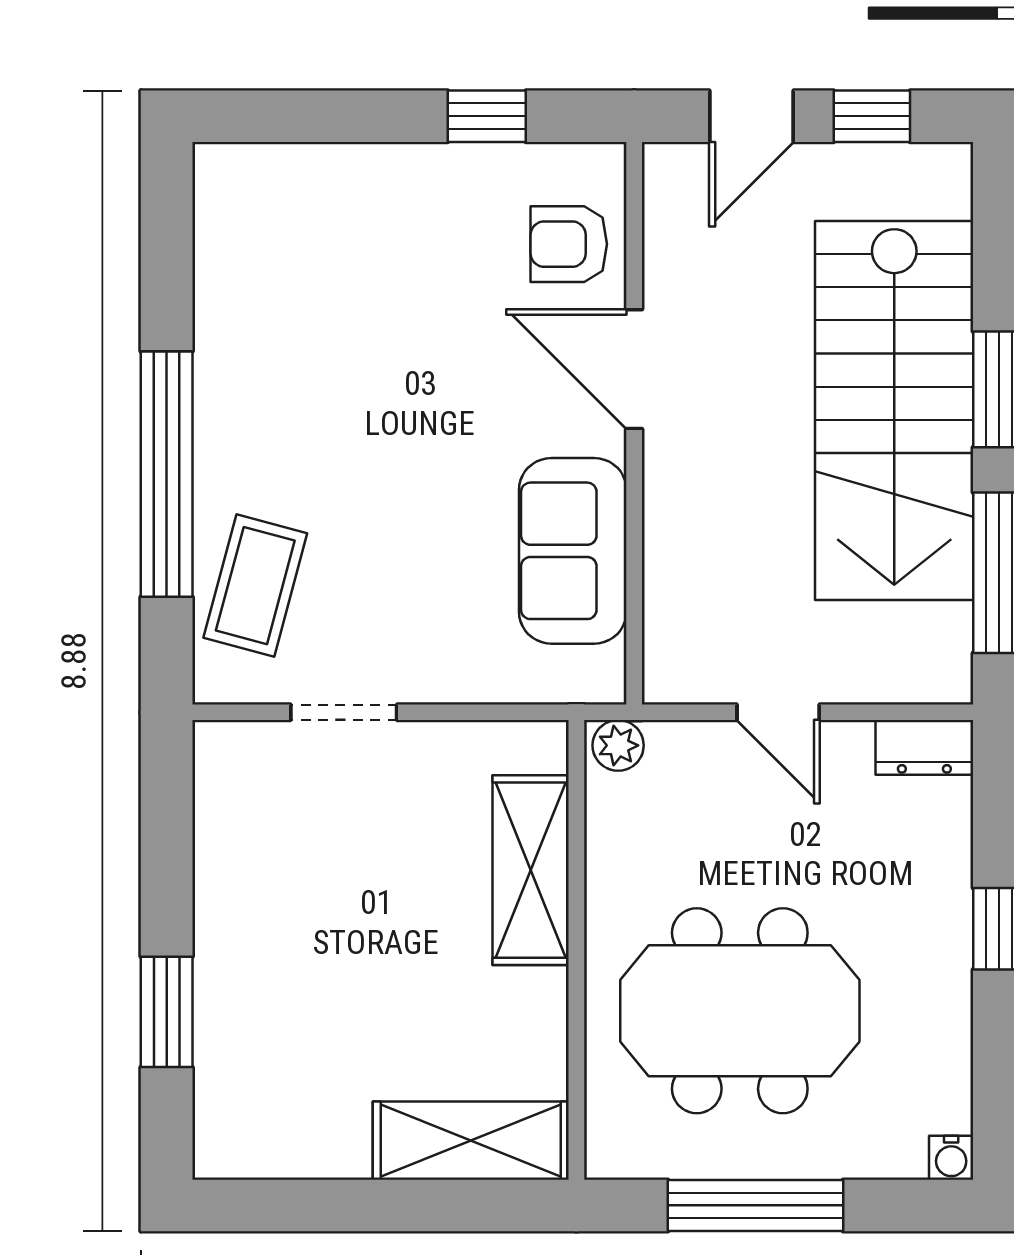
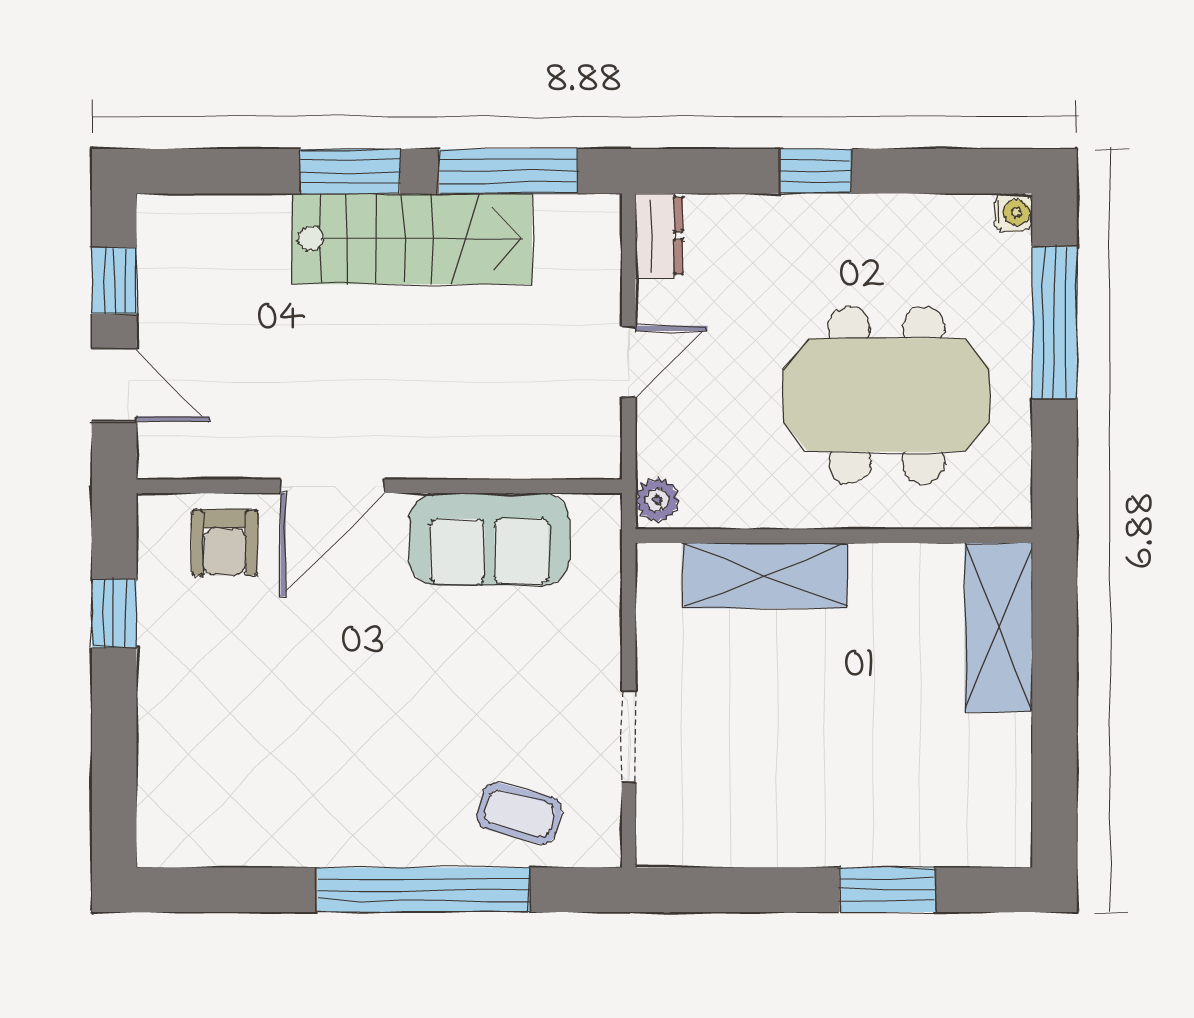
stairs: (894, 410) -> (412, 239), width x0.73, depth x0.66
coffee table: (255, 586) -> (519, 813), width x0.73, depth x0.77
meeting table: (740, 1011) -> (886, 395), turned 90
window: (755, 1205) -> (1055, 323), moved

